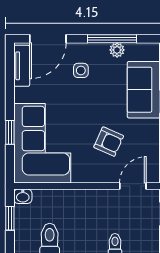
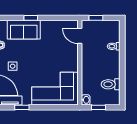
window: (10, 132) -> (22, 107), moved
armchair: (109, 142) -> (54, 50), removed

